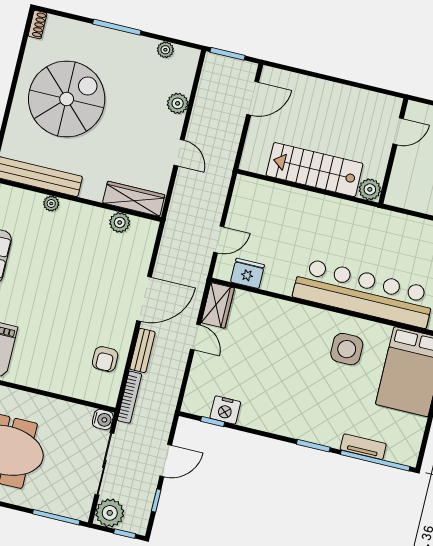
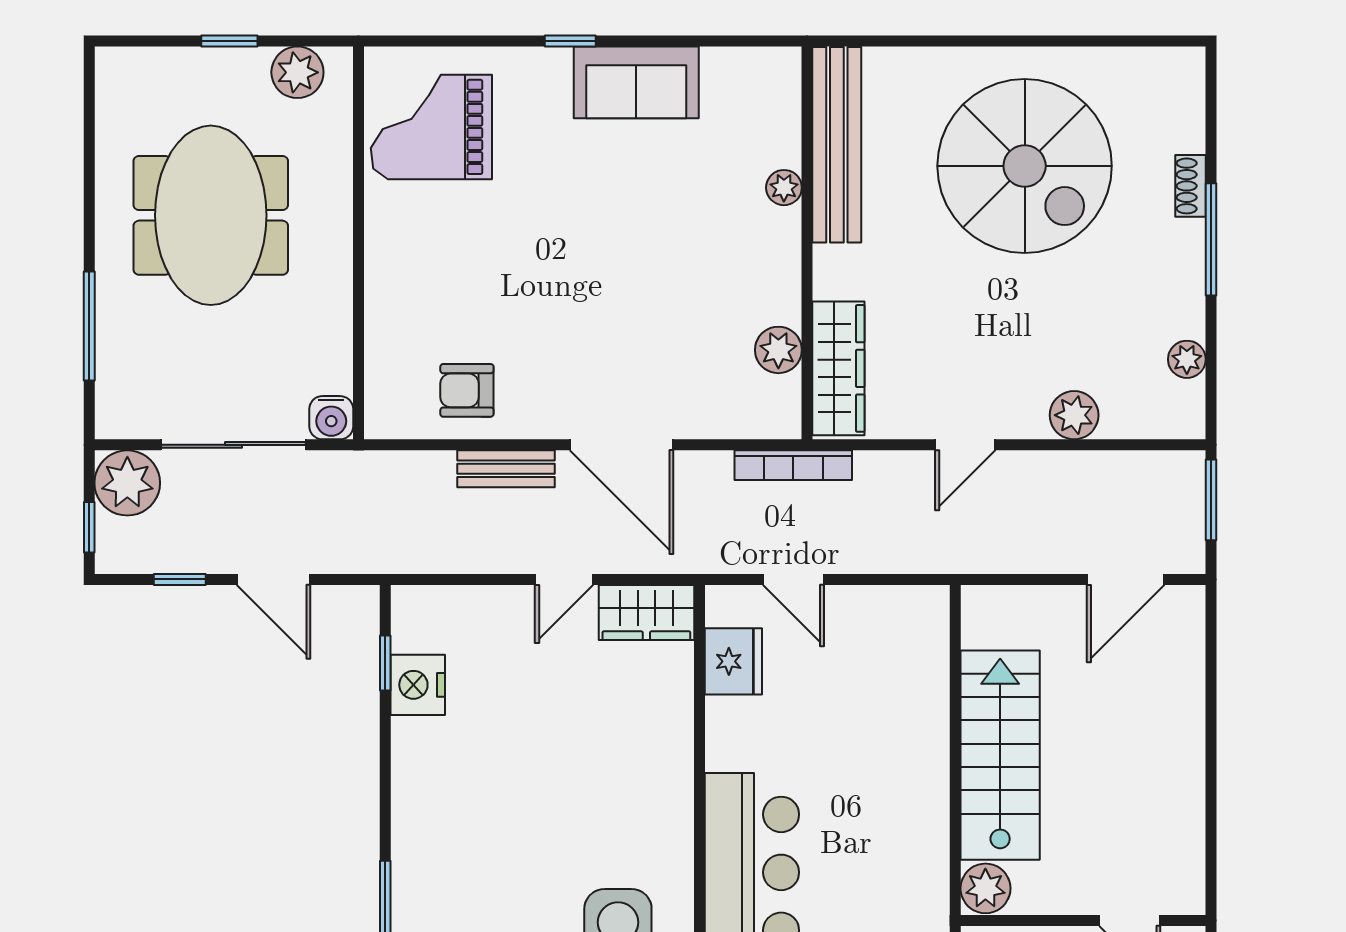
shoe rack: (37, 25) -> (1191, 186), moved, turned 90
door: (253, 98) -> (1126, 579), hinge flipped
bookcase: (130, 397) -> (793, 465), moved
window: (56, 517) -> (89, 326), moved

